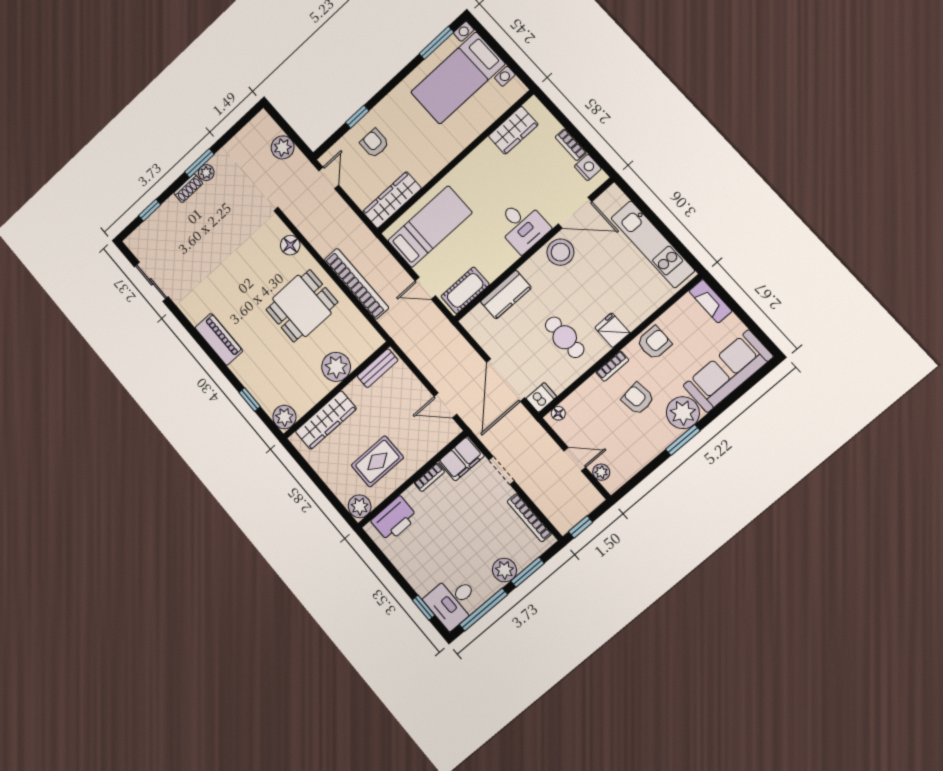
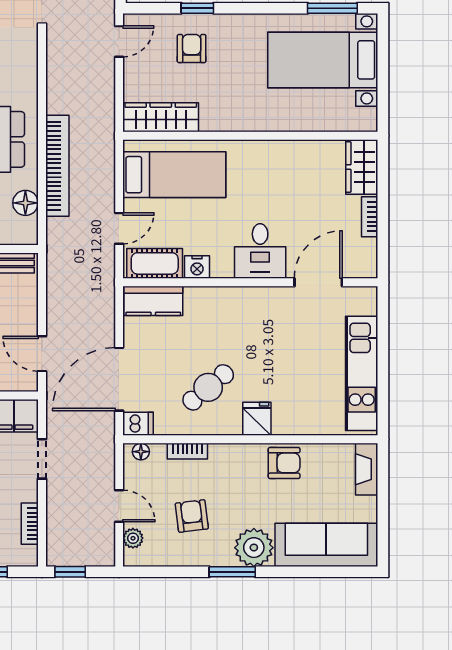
wardrobe: (513, 130) -> (362, 167), moved, turned 90
nightstand: (588, 167) -> (197, 267), moved, turned 90
door: (575, 213) -> (318, 282), swing flipped
floor lamp: (290, 245) -> (25, 203), moved
stool: (560, 252) -> (273, 306), removed
door: (425, 288) -> (119, 228), swing flipped
kitchen counter: (506, 295) -> (153, 301), moved
cafe table: (565, 337) -> (208, 387), turned 50
bookcase: (612, 366) -> (187, 451), moved
armchair: (638, 399) -> (192, 516), moved
bookcase: (529, 518) -> (30, 524), width x0.64

